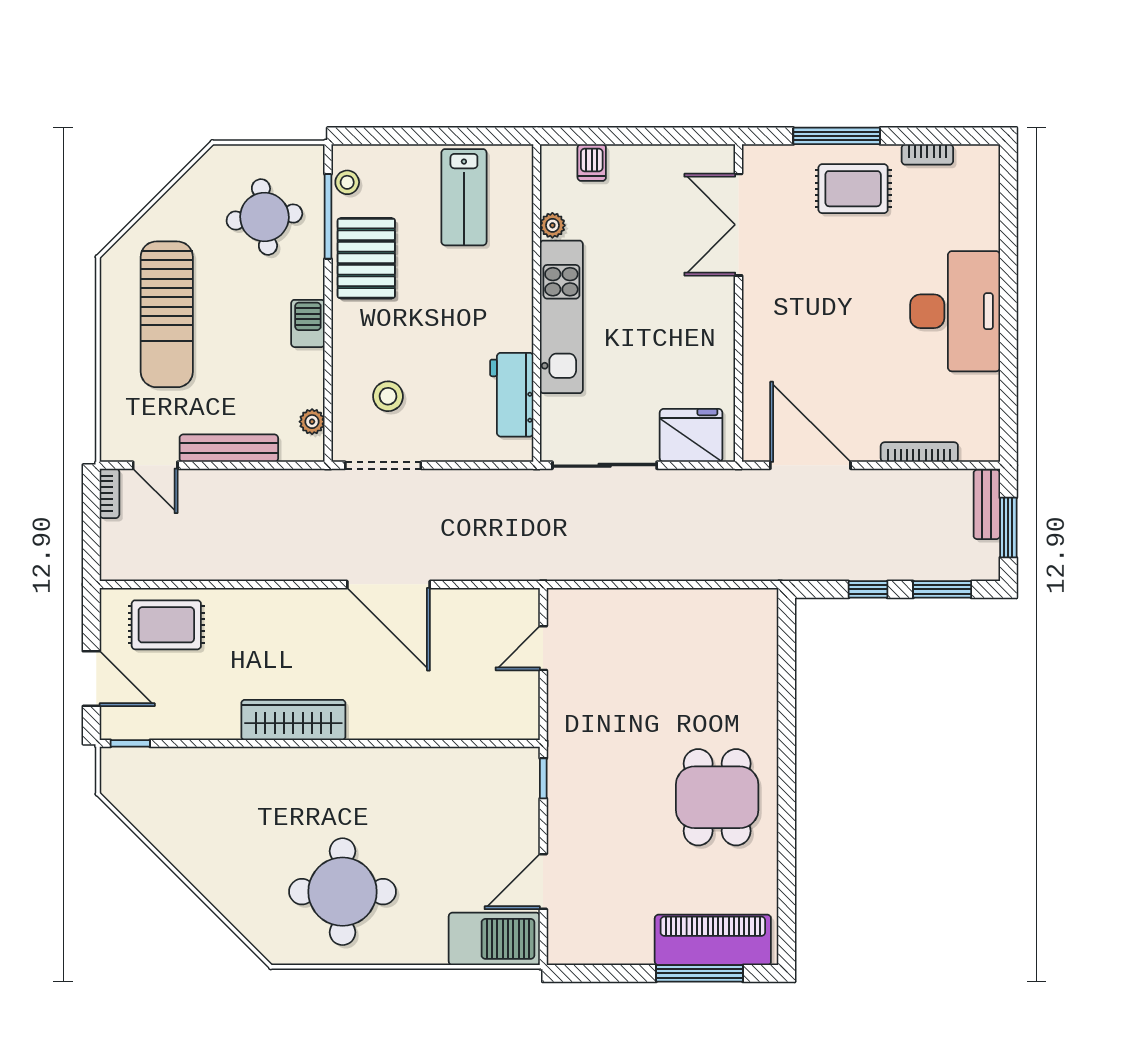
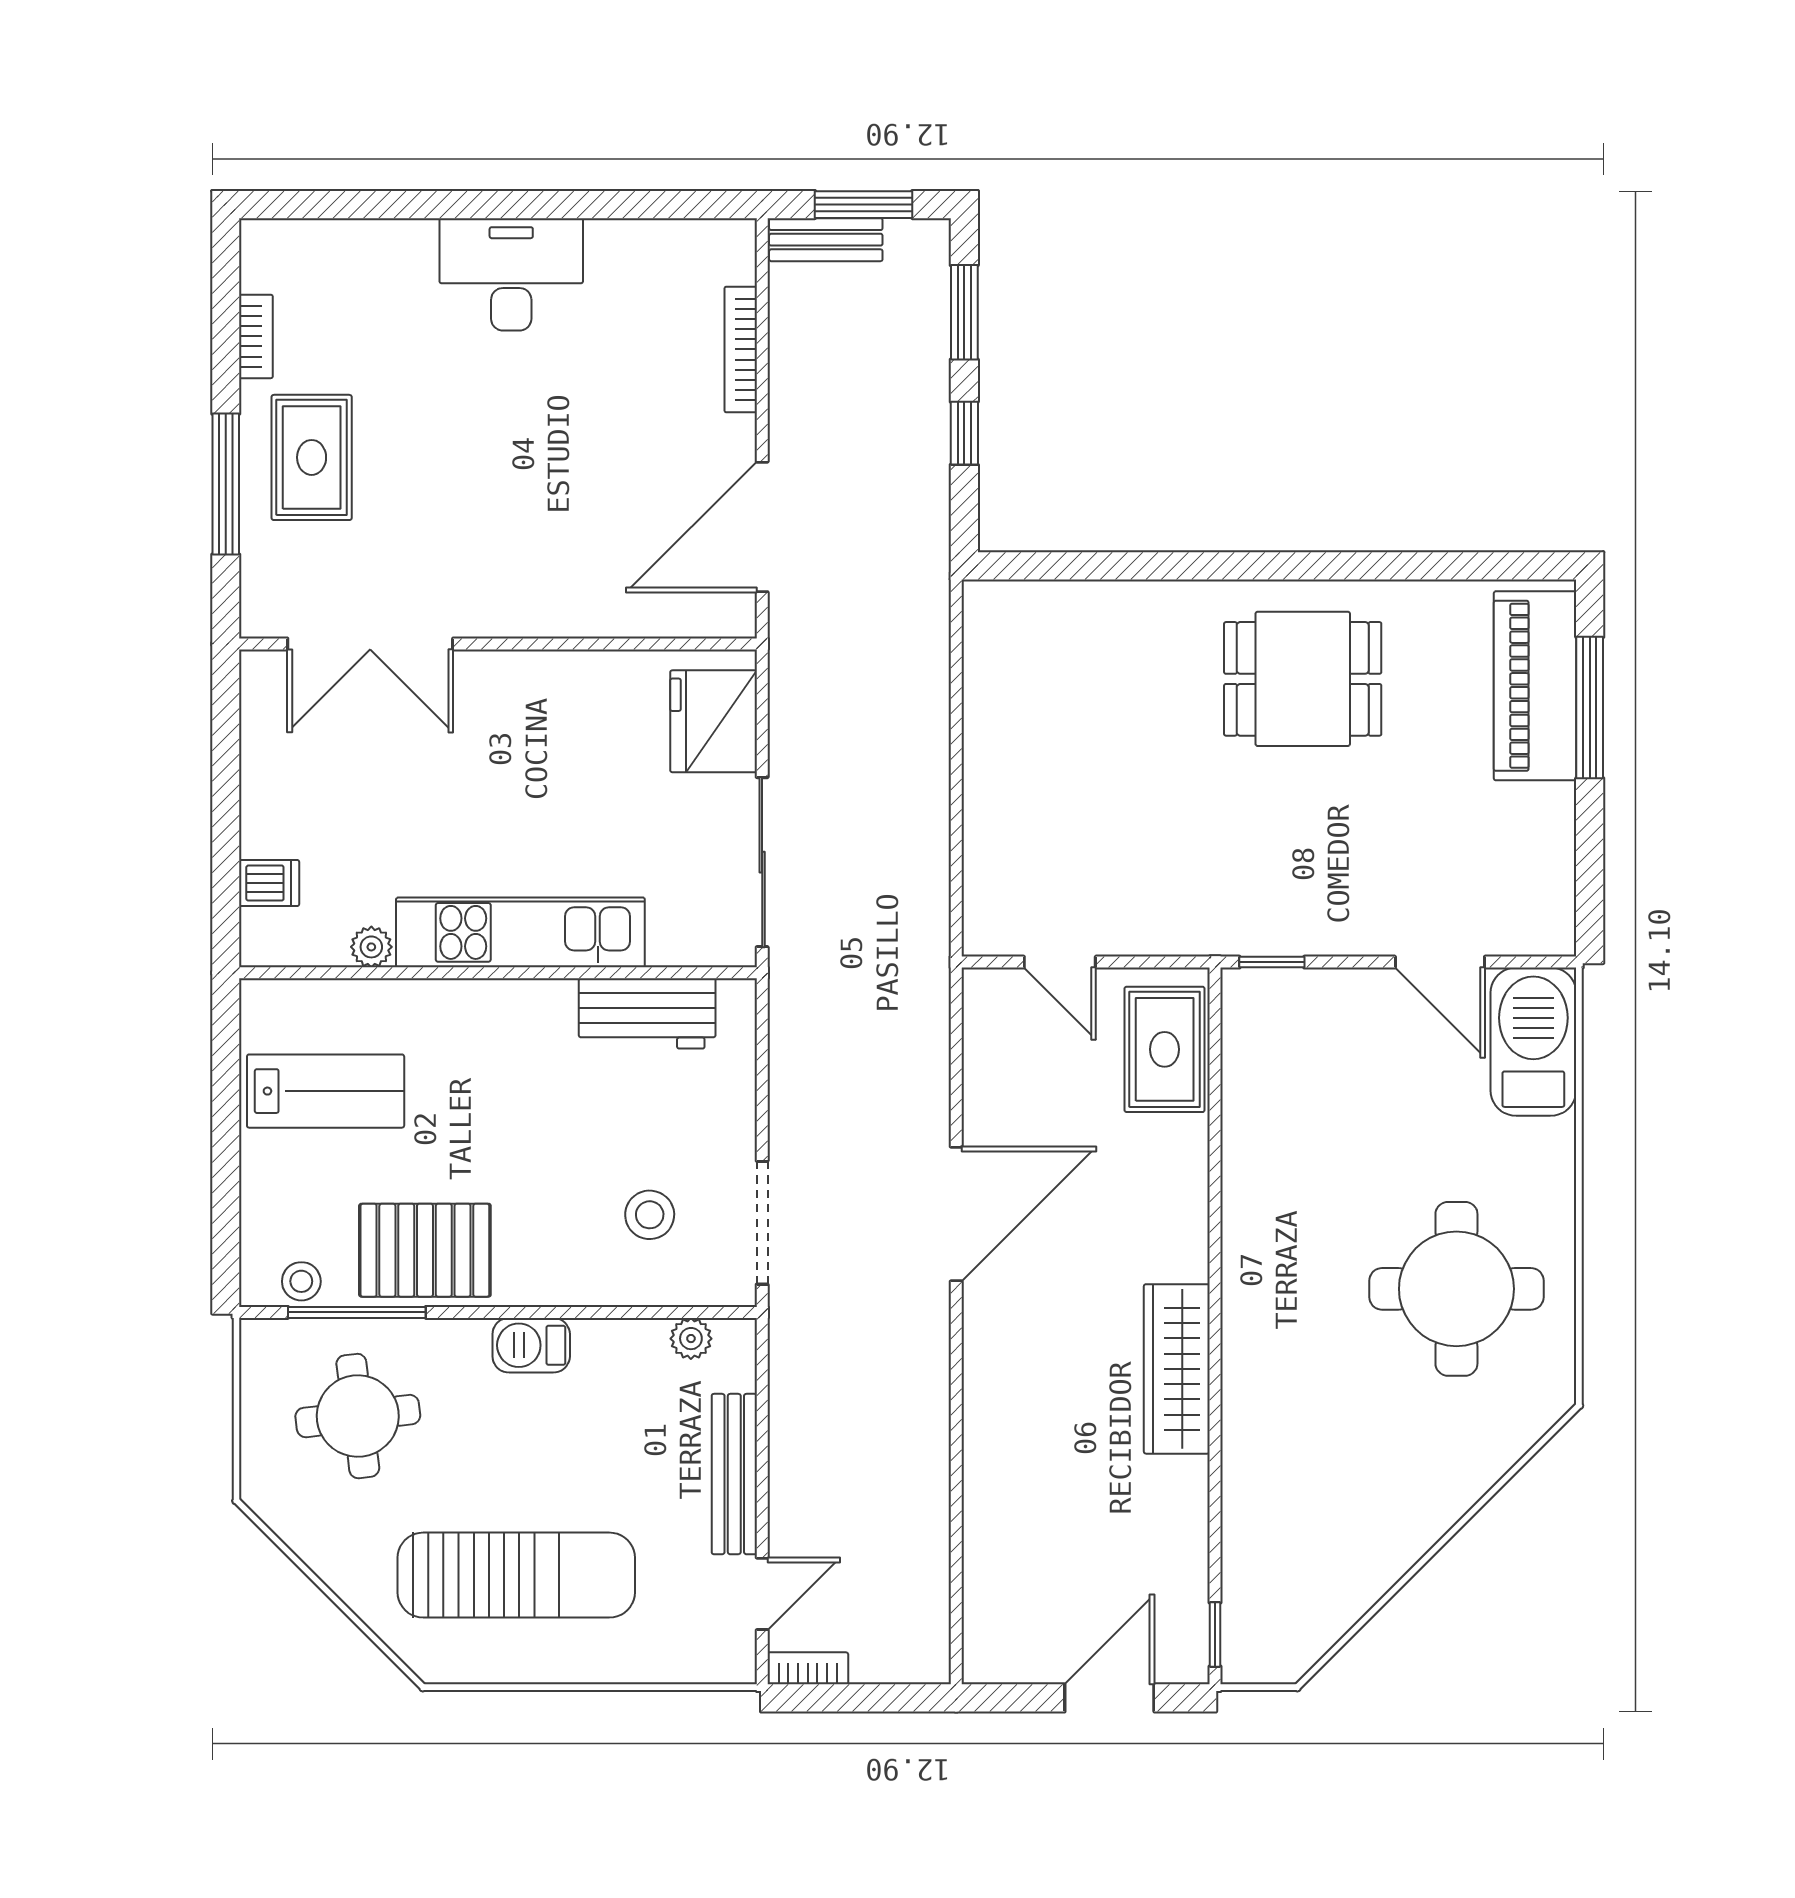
desk: (955, 311) -> (511, 274), width x0.73, depth x0.77
rug: (166, 625) -> (1165, 1049), moved

